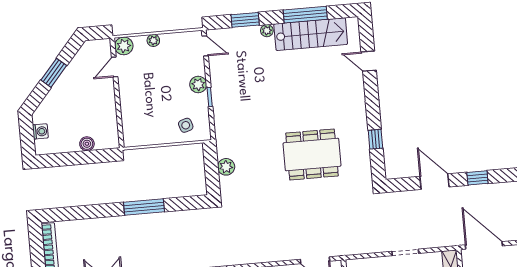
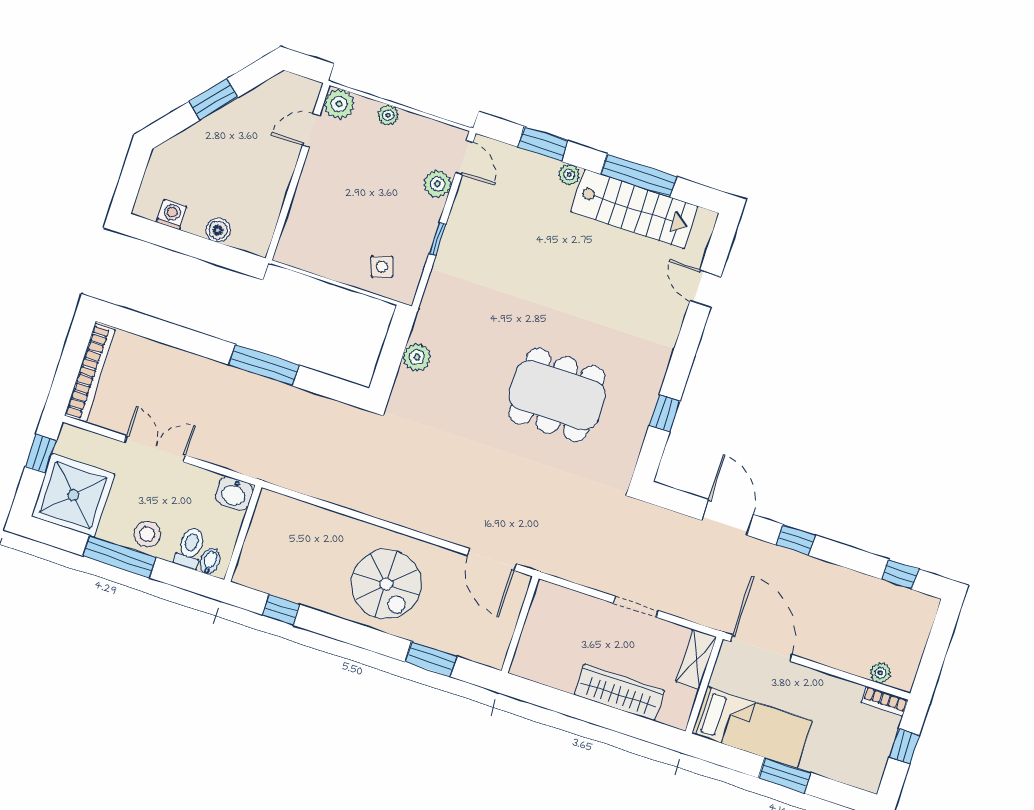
plant: (198, 85) -> (438, 184), moved
washing machine: (40, 131) -> (172, 215), moved, turned -90

